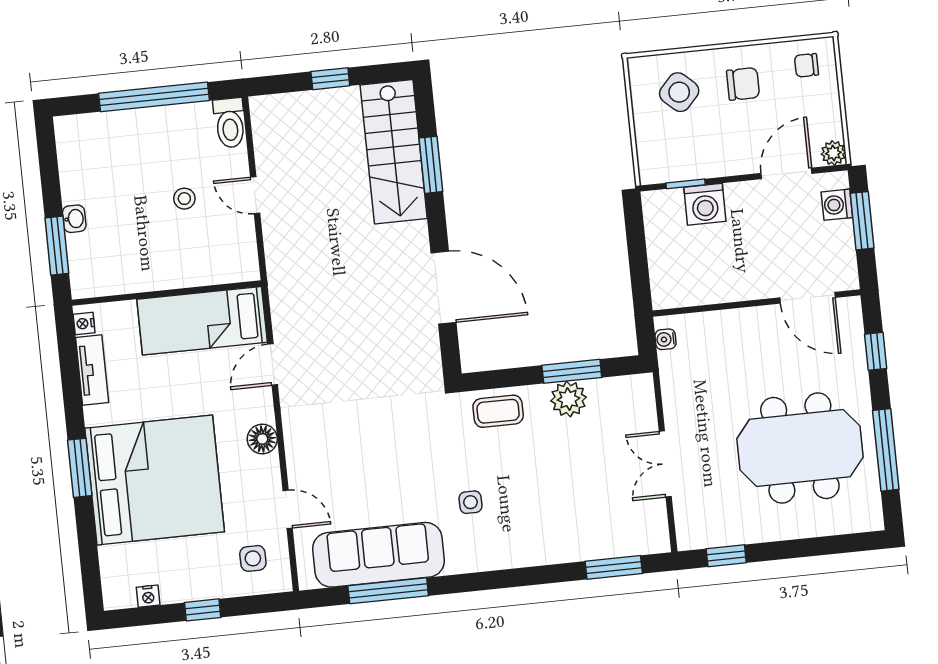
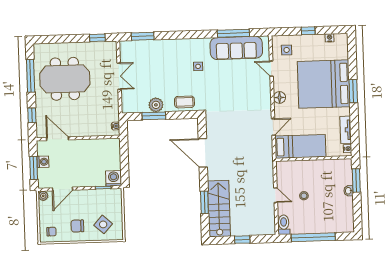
washing machine: (705, 204) -> (114, 178), moved
washing machine: (837, 205) -> (43, 162), moved

